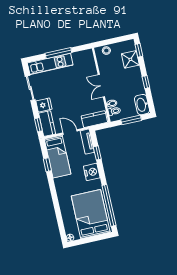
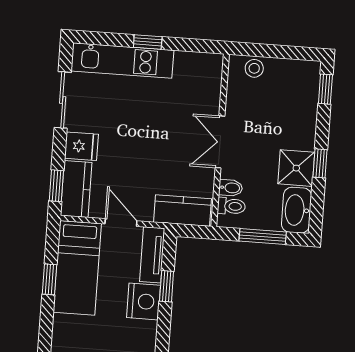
window: (58, 53) -> (148, 42), width x0.46
shower: (130, 59) -> (296, 168), moved
nightstand: (92, 172) -> (144, 301), moved

